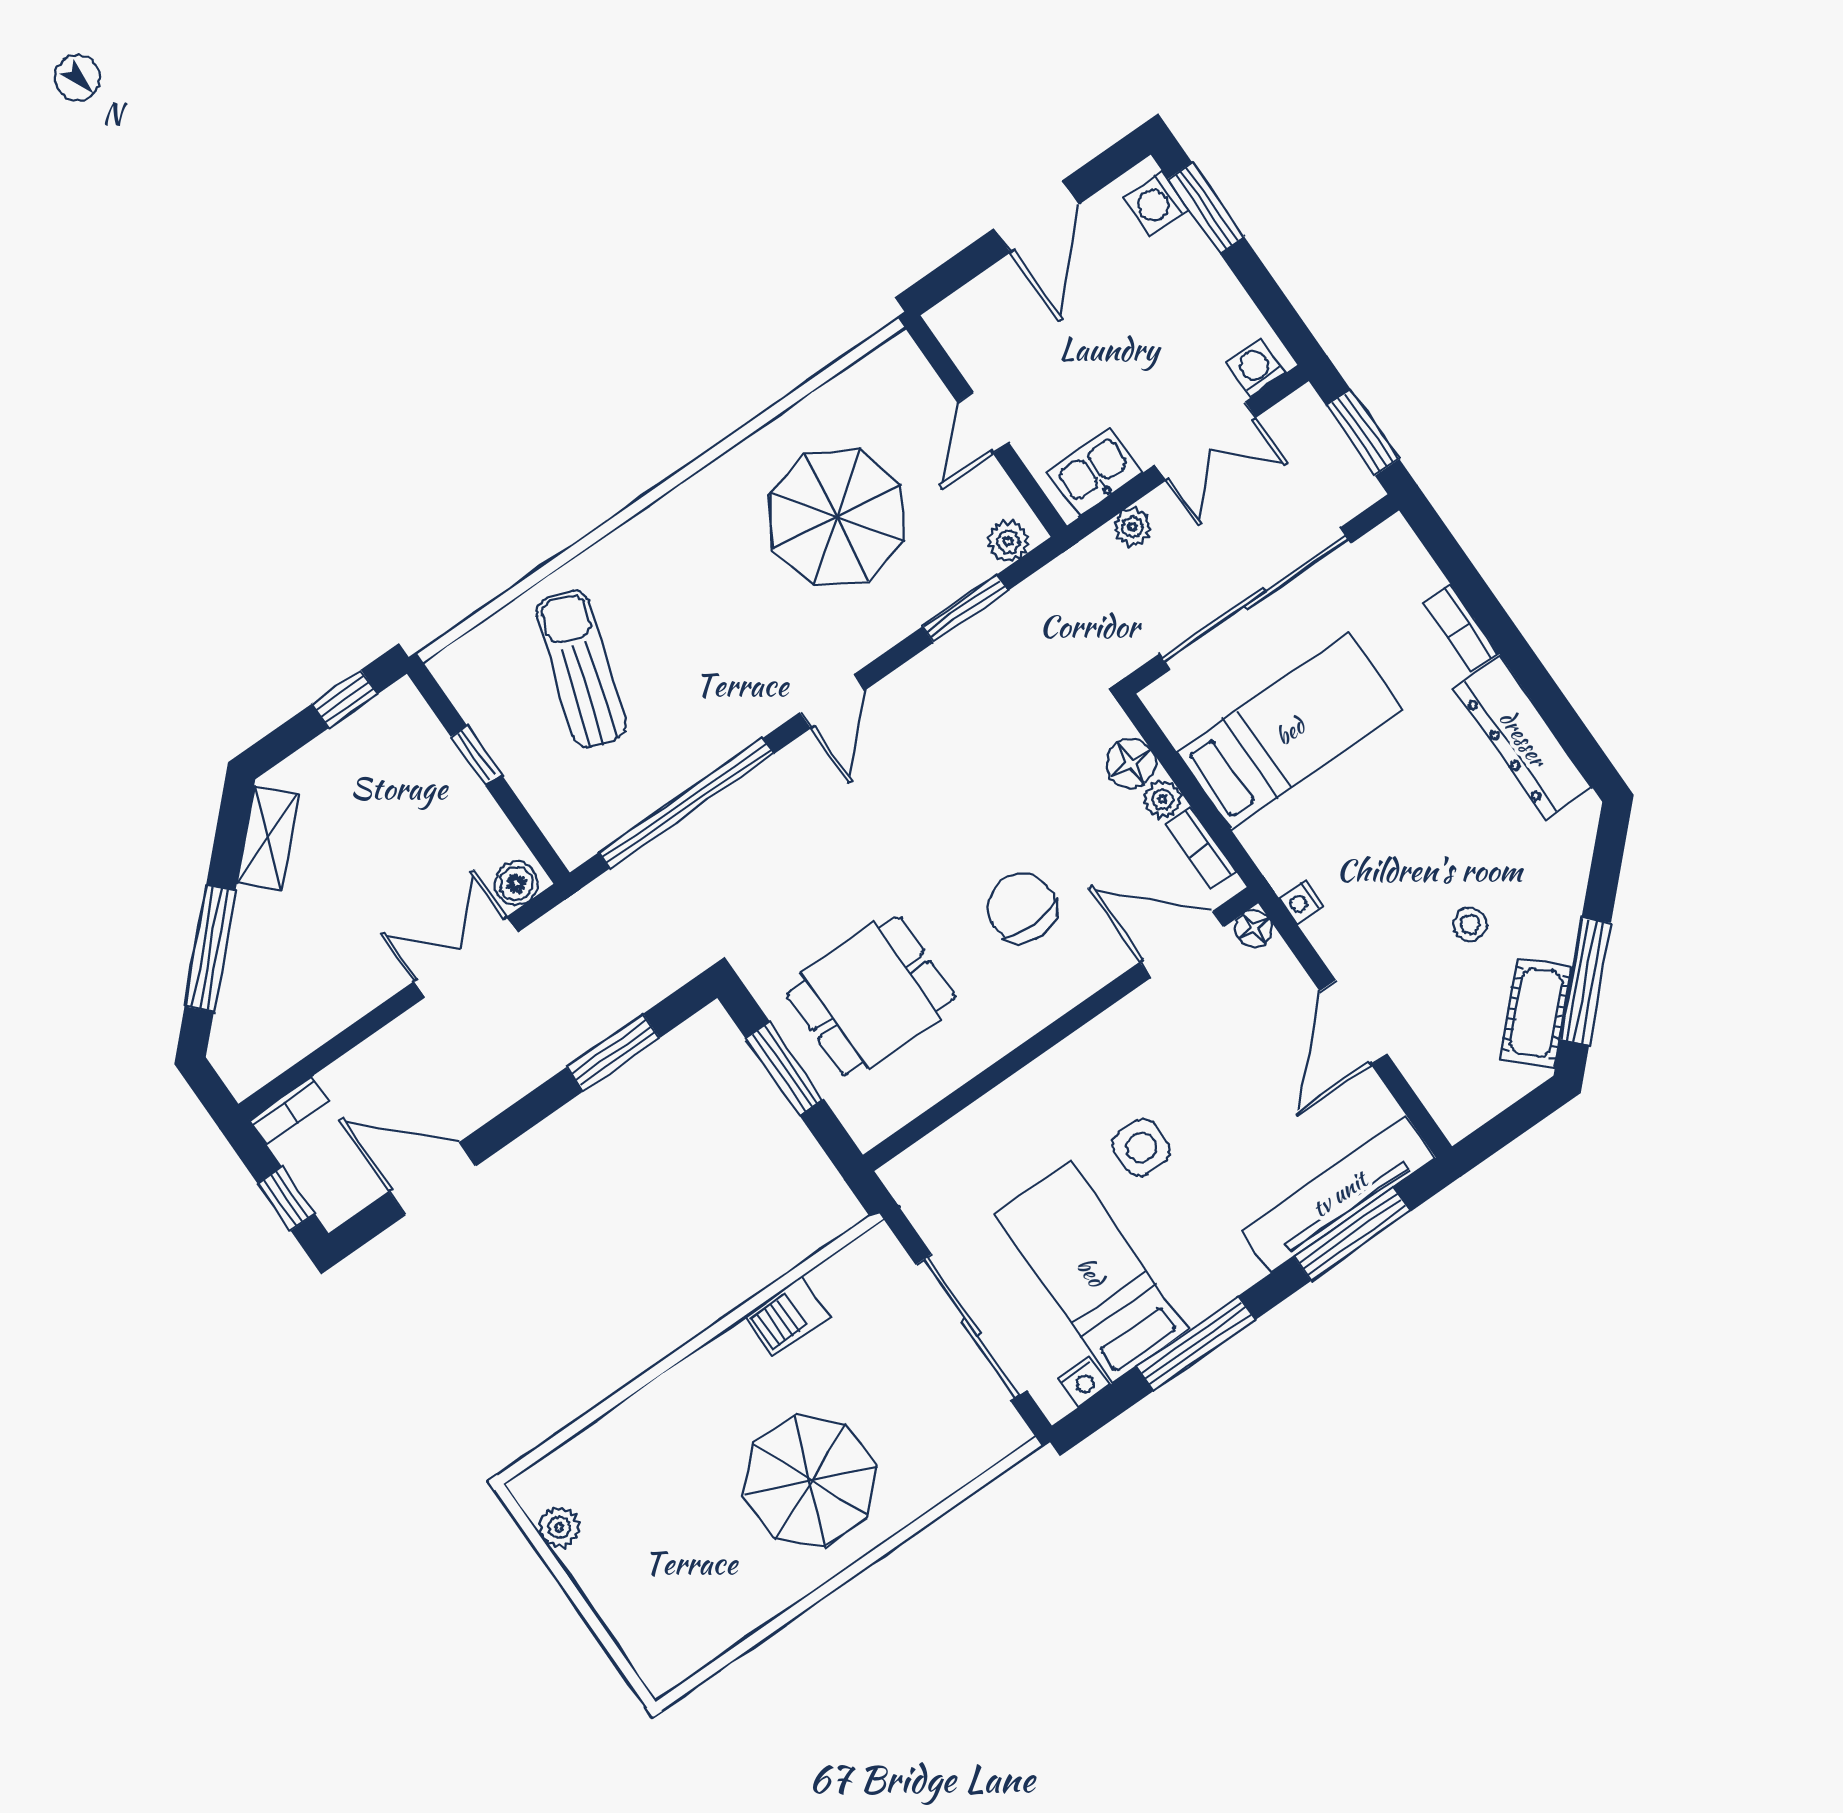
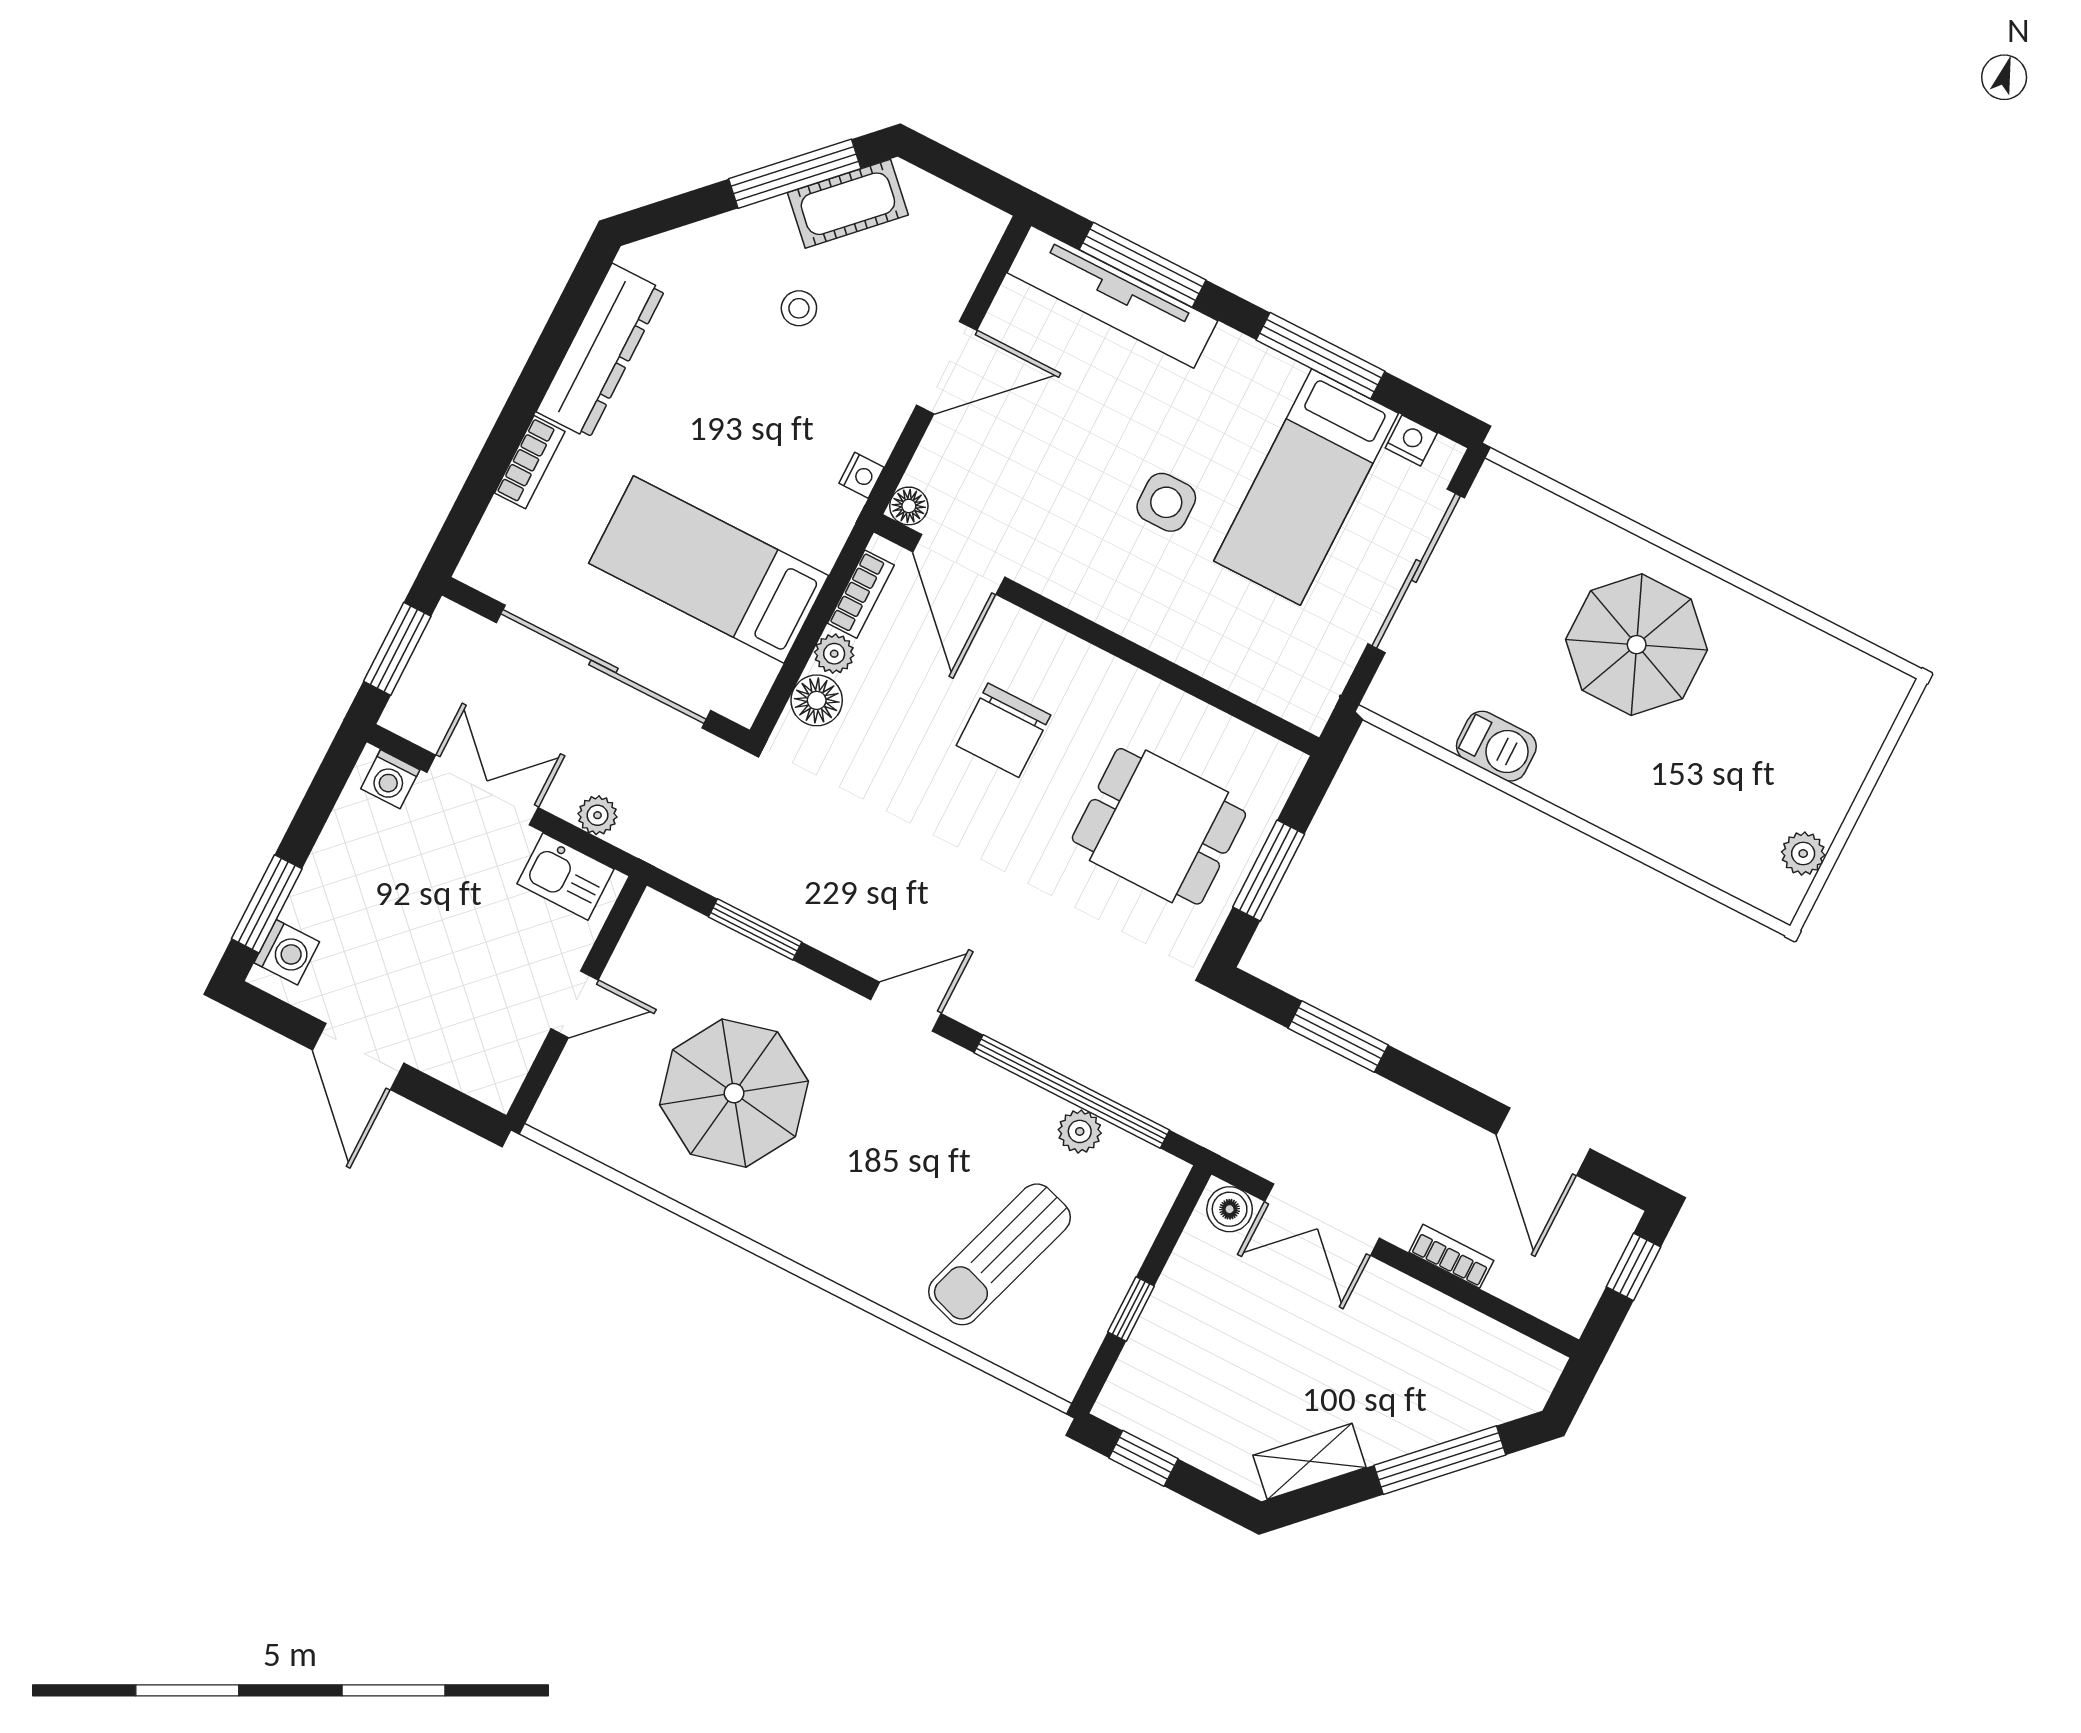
door: (1036, 217) -> (358, 1057), swing flipped
plant: (1008, 541) -> (1080, 1131), moved
bookcase: (289, 1111) -> (1451, 1256), moved

